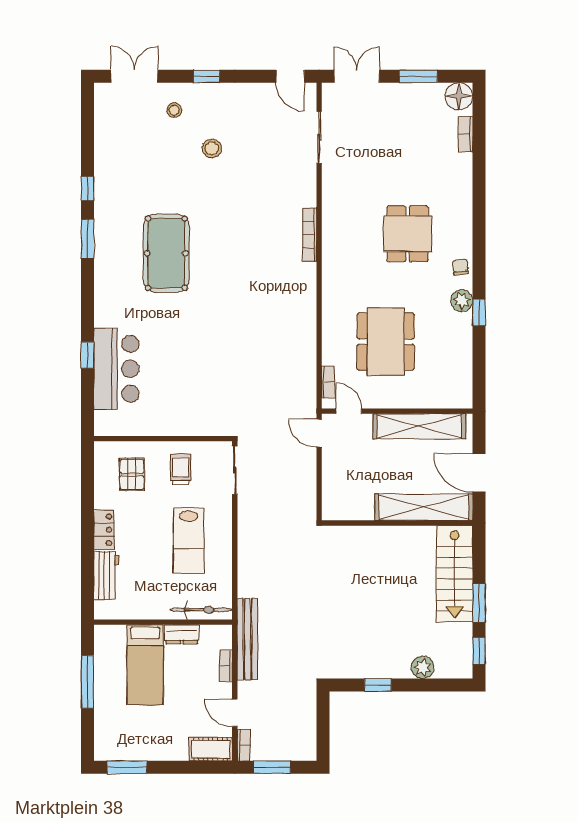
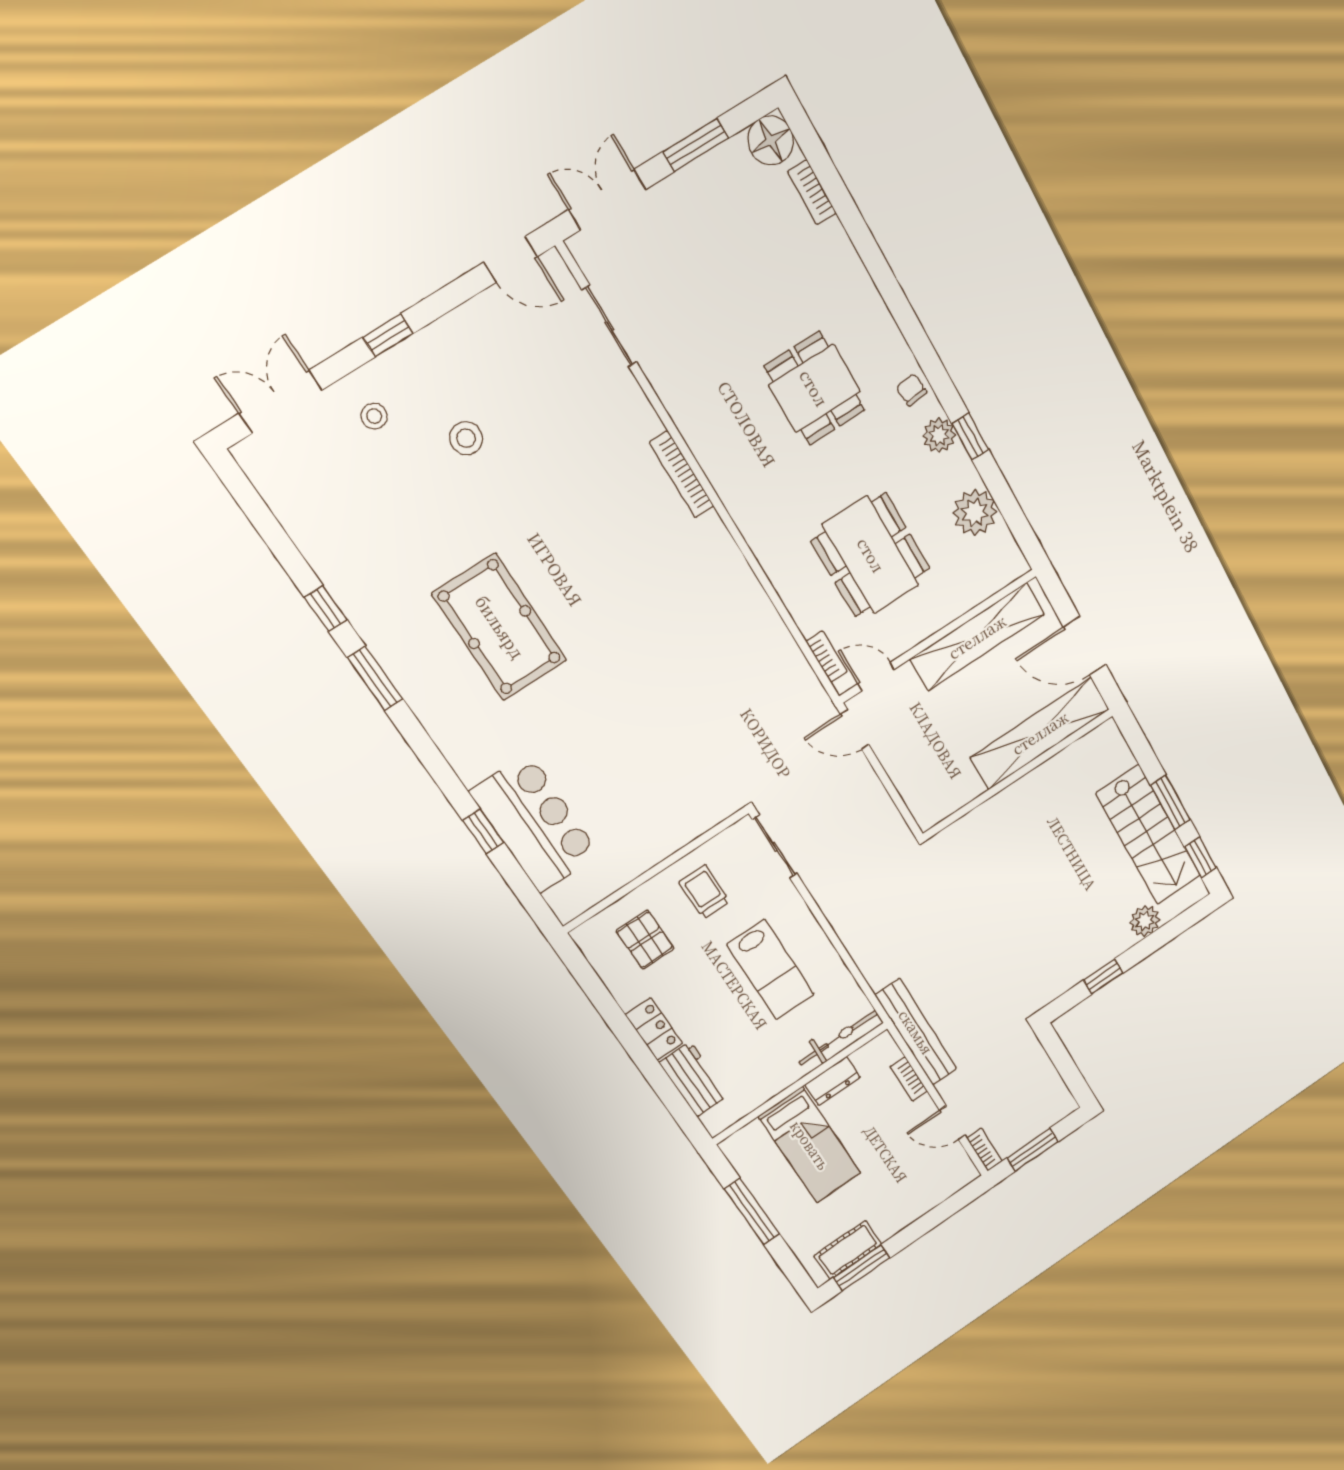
plant: (458, 356) -> (975, 512), added
stairs: (455, 574) -> (1148, 835), moved
cot: (211, 749) -> (848, 1250), moved

